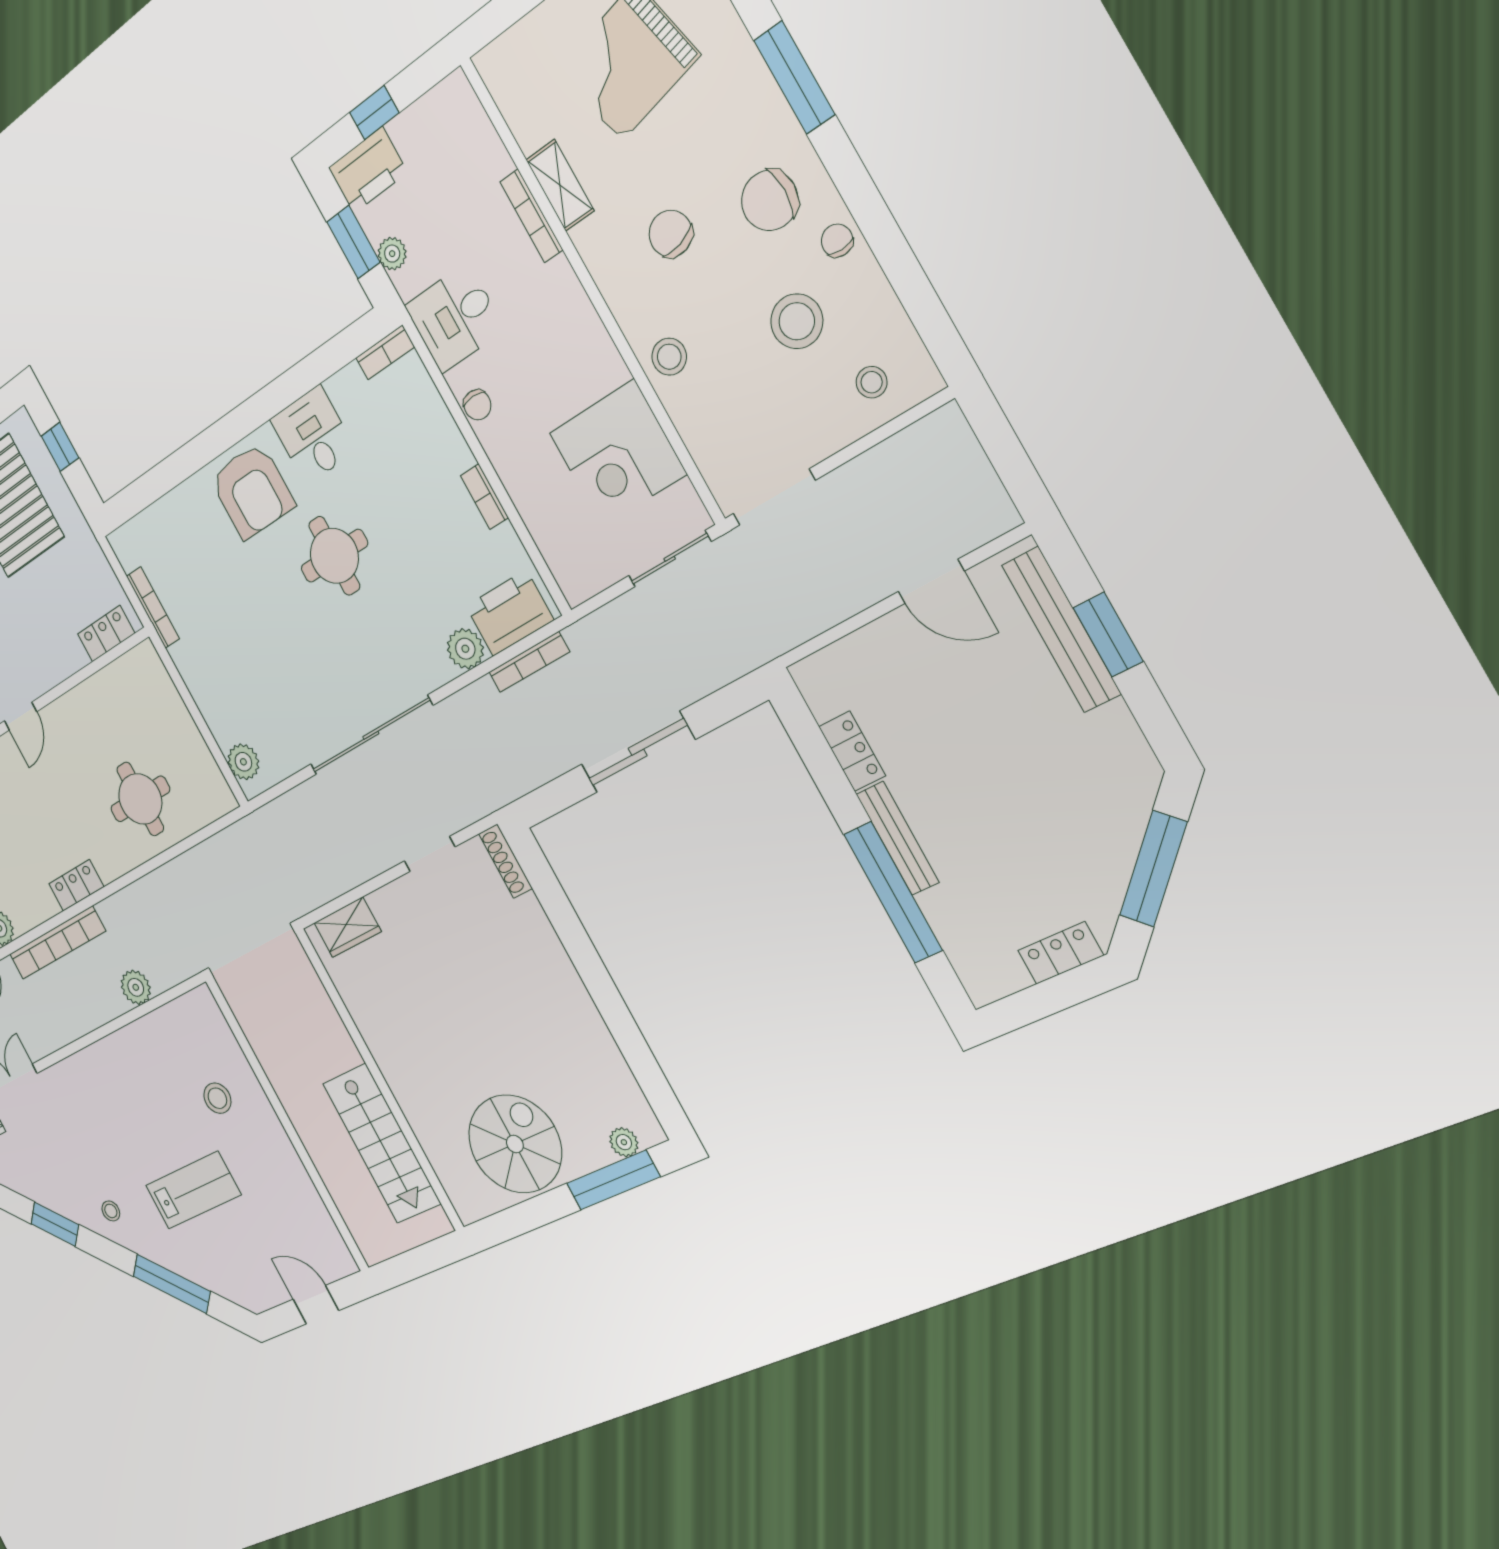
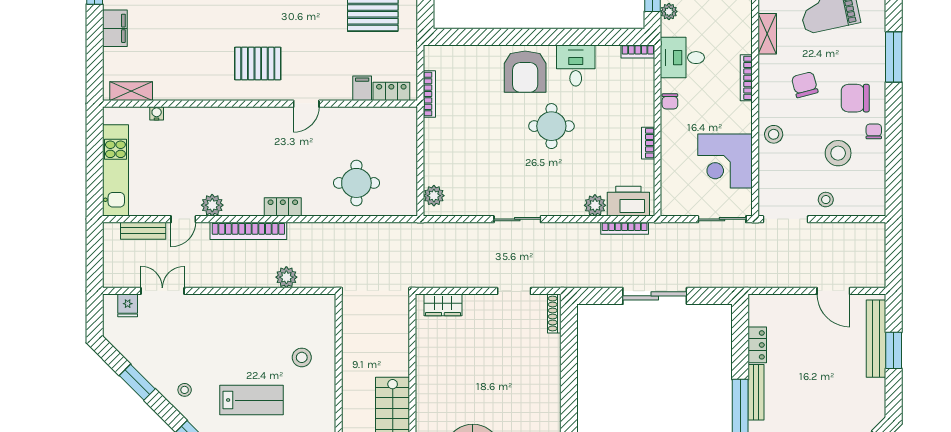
bookcase: (531, 216) -> (746, 78), moved
stool: (872, 382) -> (826, 200), moved
filing cabinet: (70, 652) -> (362, 88), added
sliding door: (371, 735) -> (517, 219), width x0.54

